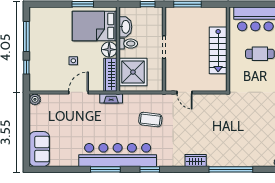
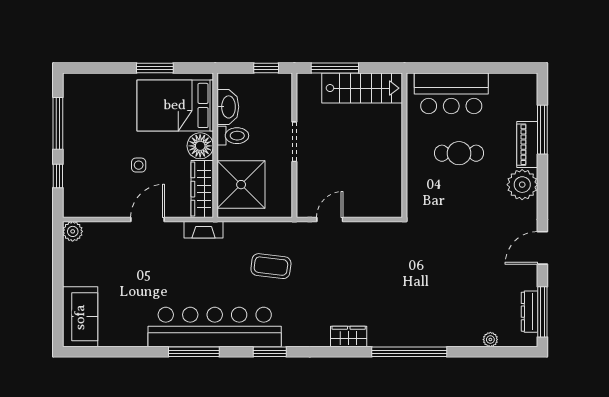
stairs: (218, 50) -> (362, 88), moved, turned -90
door: (185, 92) -> (330, 220), swing flipped

